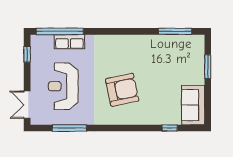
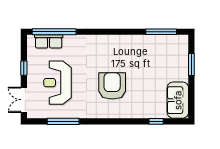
row of seats: (69, 42) -> (49, 41), moved
window: (27, 54) -> (24, 68), moved
armchair: (122, 90) -> (112, 86), turned -78

